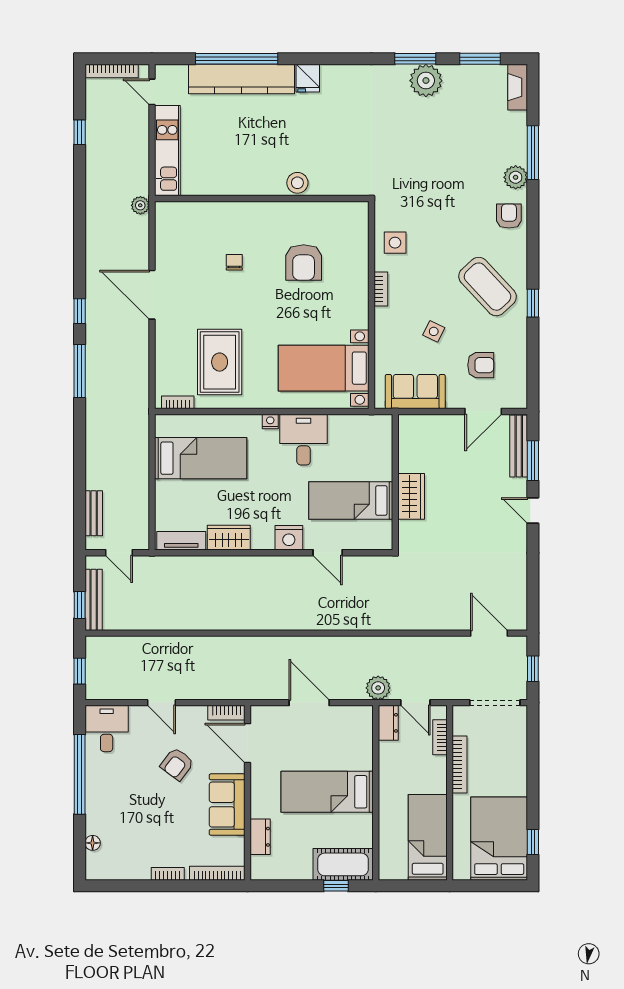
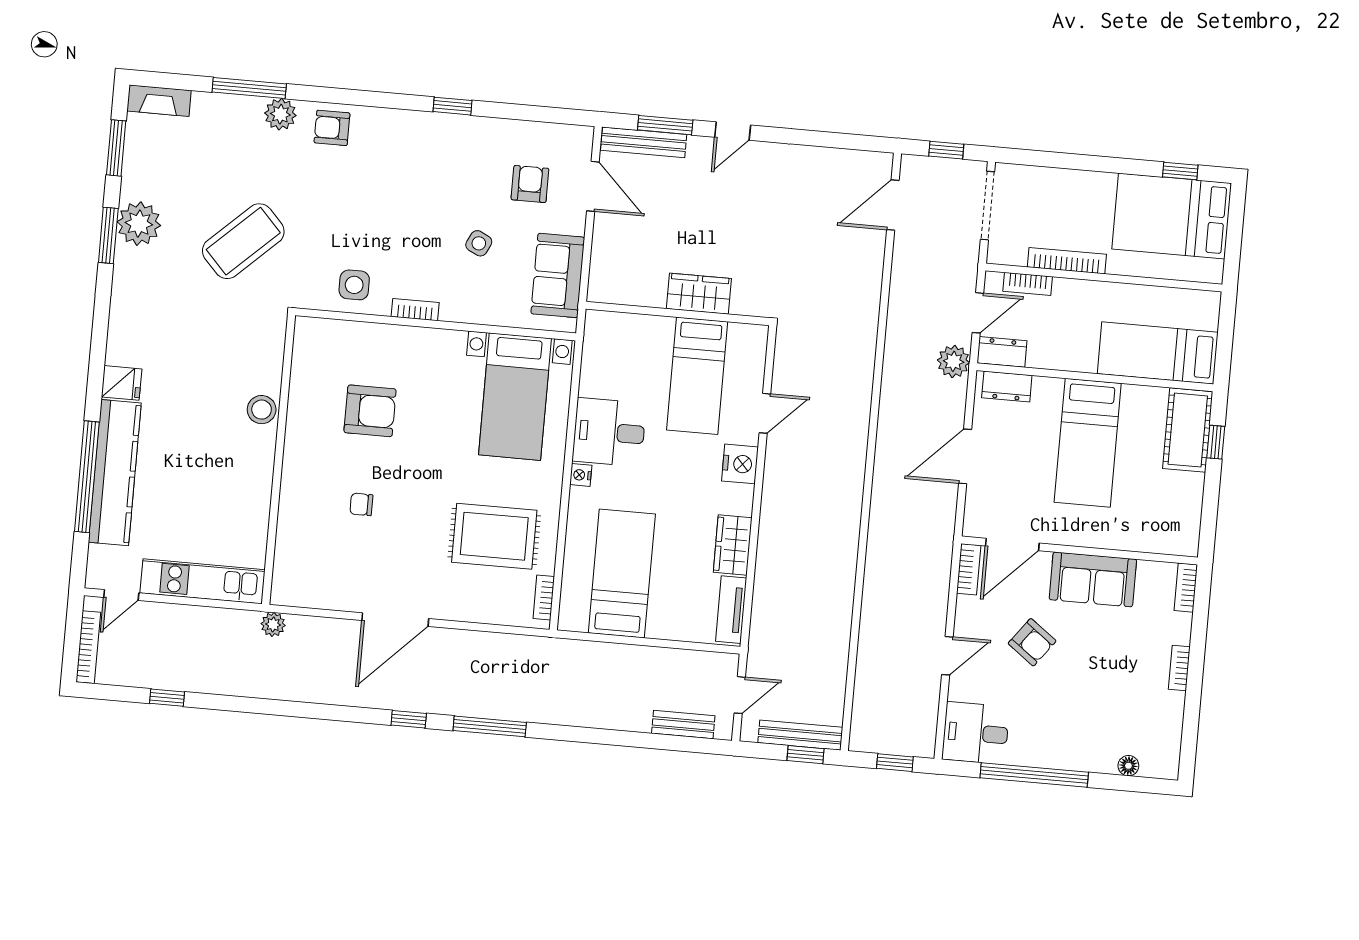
coffee table: (488, 287) -> (243, 241), moved
dresser: (260, 837) -> (1007, 387), moved, turned 180
bed: (428, 837) -> (1158, 353), moved
bookcase: (217, 873) -> (1186, 588), width x0.64

